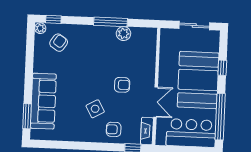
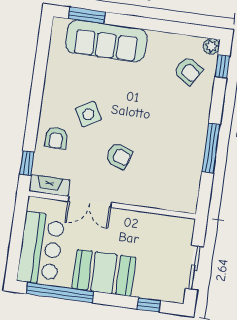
plant: (123, 34) -> (193, 165), removed
window: (222, 68) -> (149, 305), moved
booth: (198, 80) -> (104, 273), width x0.73, depth x0.70
armchair: (122, 85) -> (119, 156), turned -71
armchair: (114, 129) -> (56, 138), turned 180

